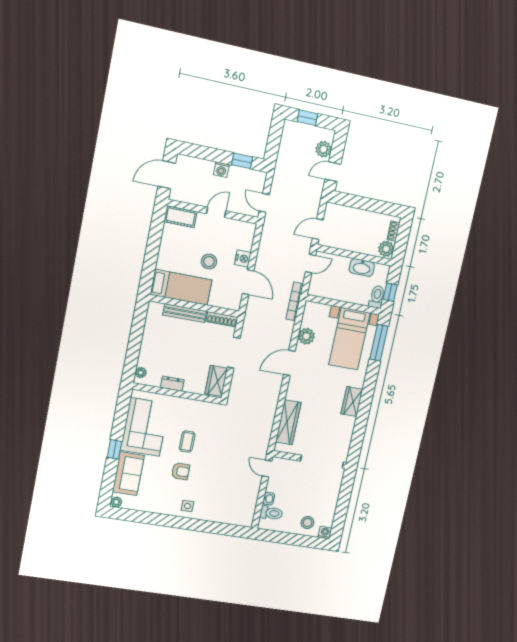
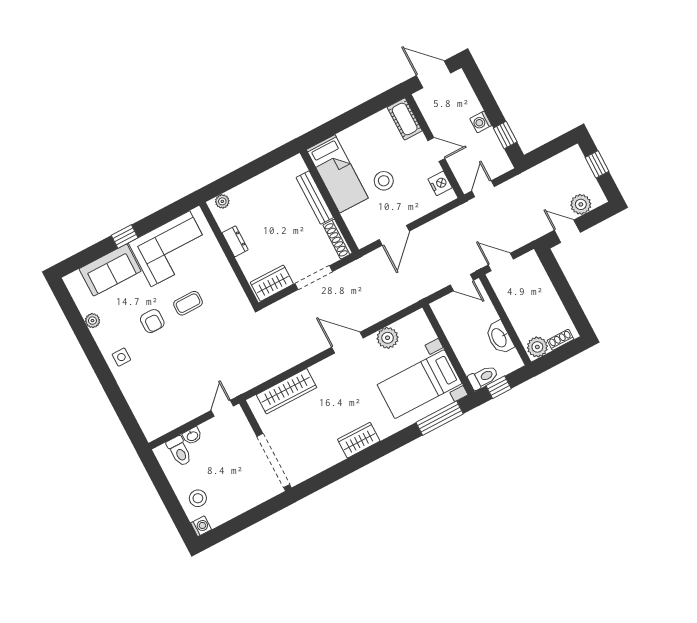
nightstand: (243, 258) -> (440, 183), moved, turned -90
bookcase: (295, 301) -> (412, 297), removed
plant: (116, 502) -> (92, 321), moved

